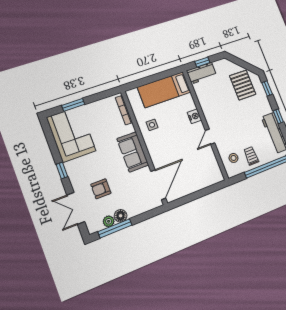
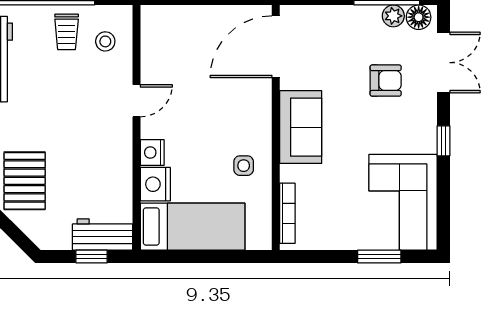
nightstand: (188, 103) -> (155, 184), added
floor lamp: (121, 216) -> (419, 17), moved

